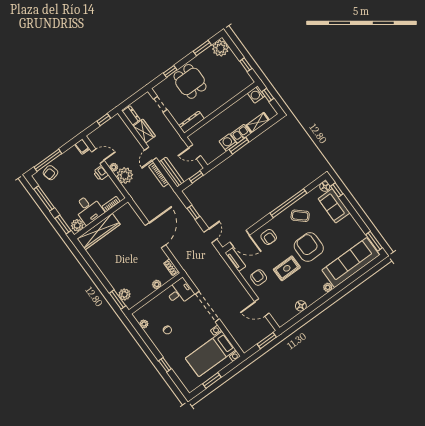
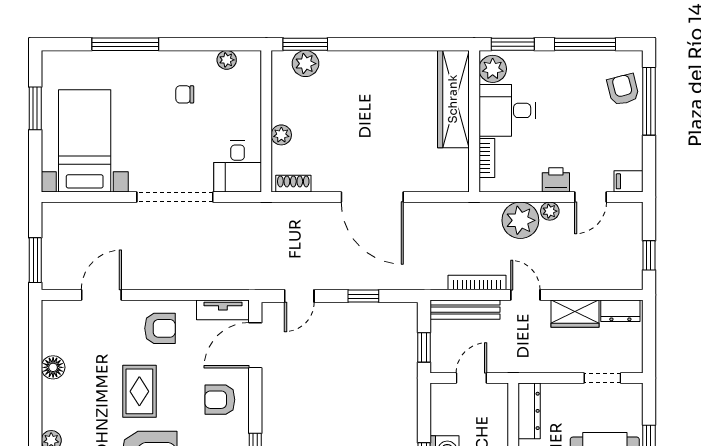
door: (210, 236) -> (299, 296), hinge flipped
window: (165, 365) -> (125, 44), width x2.17

